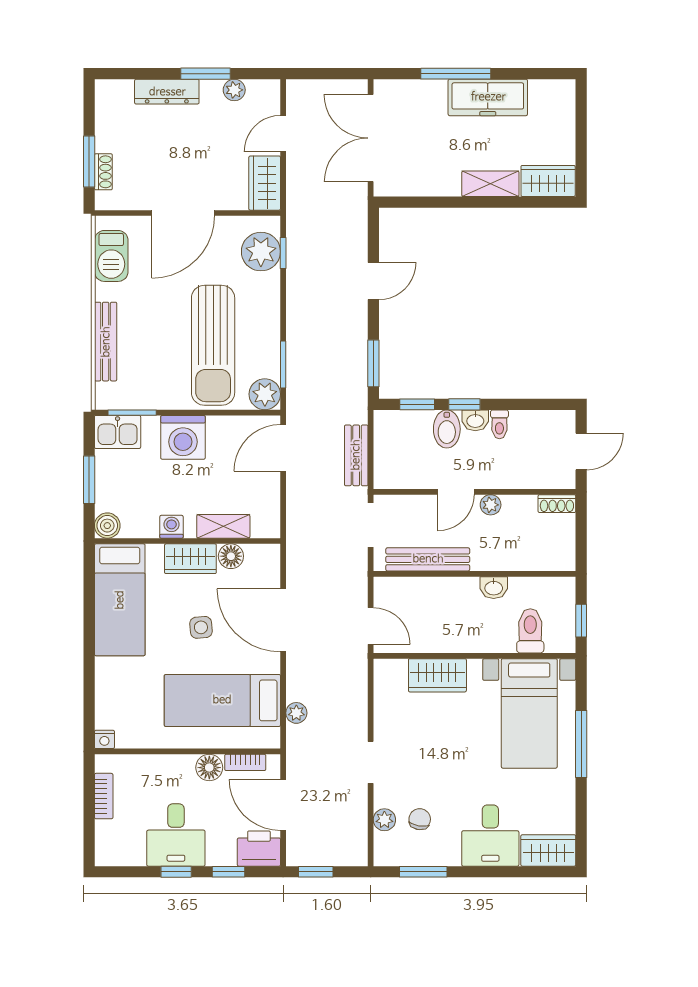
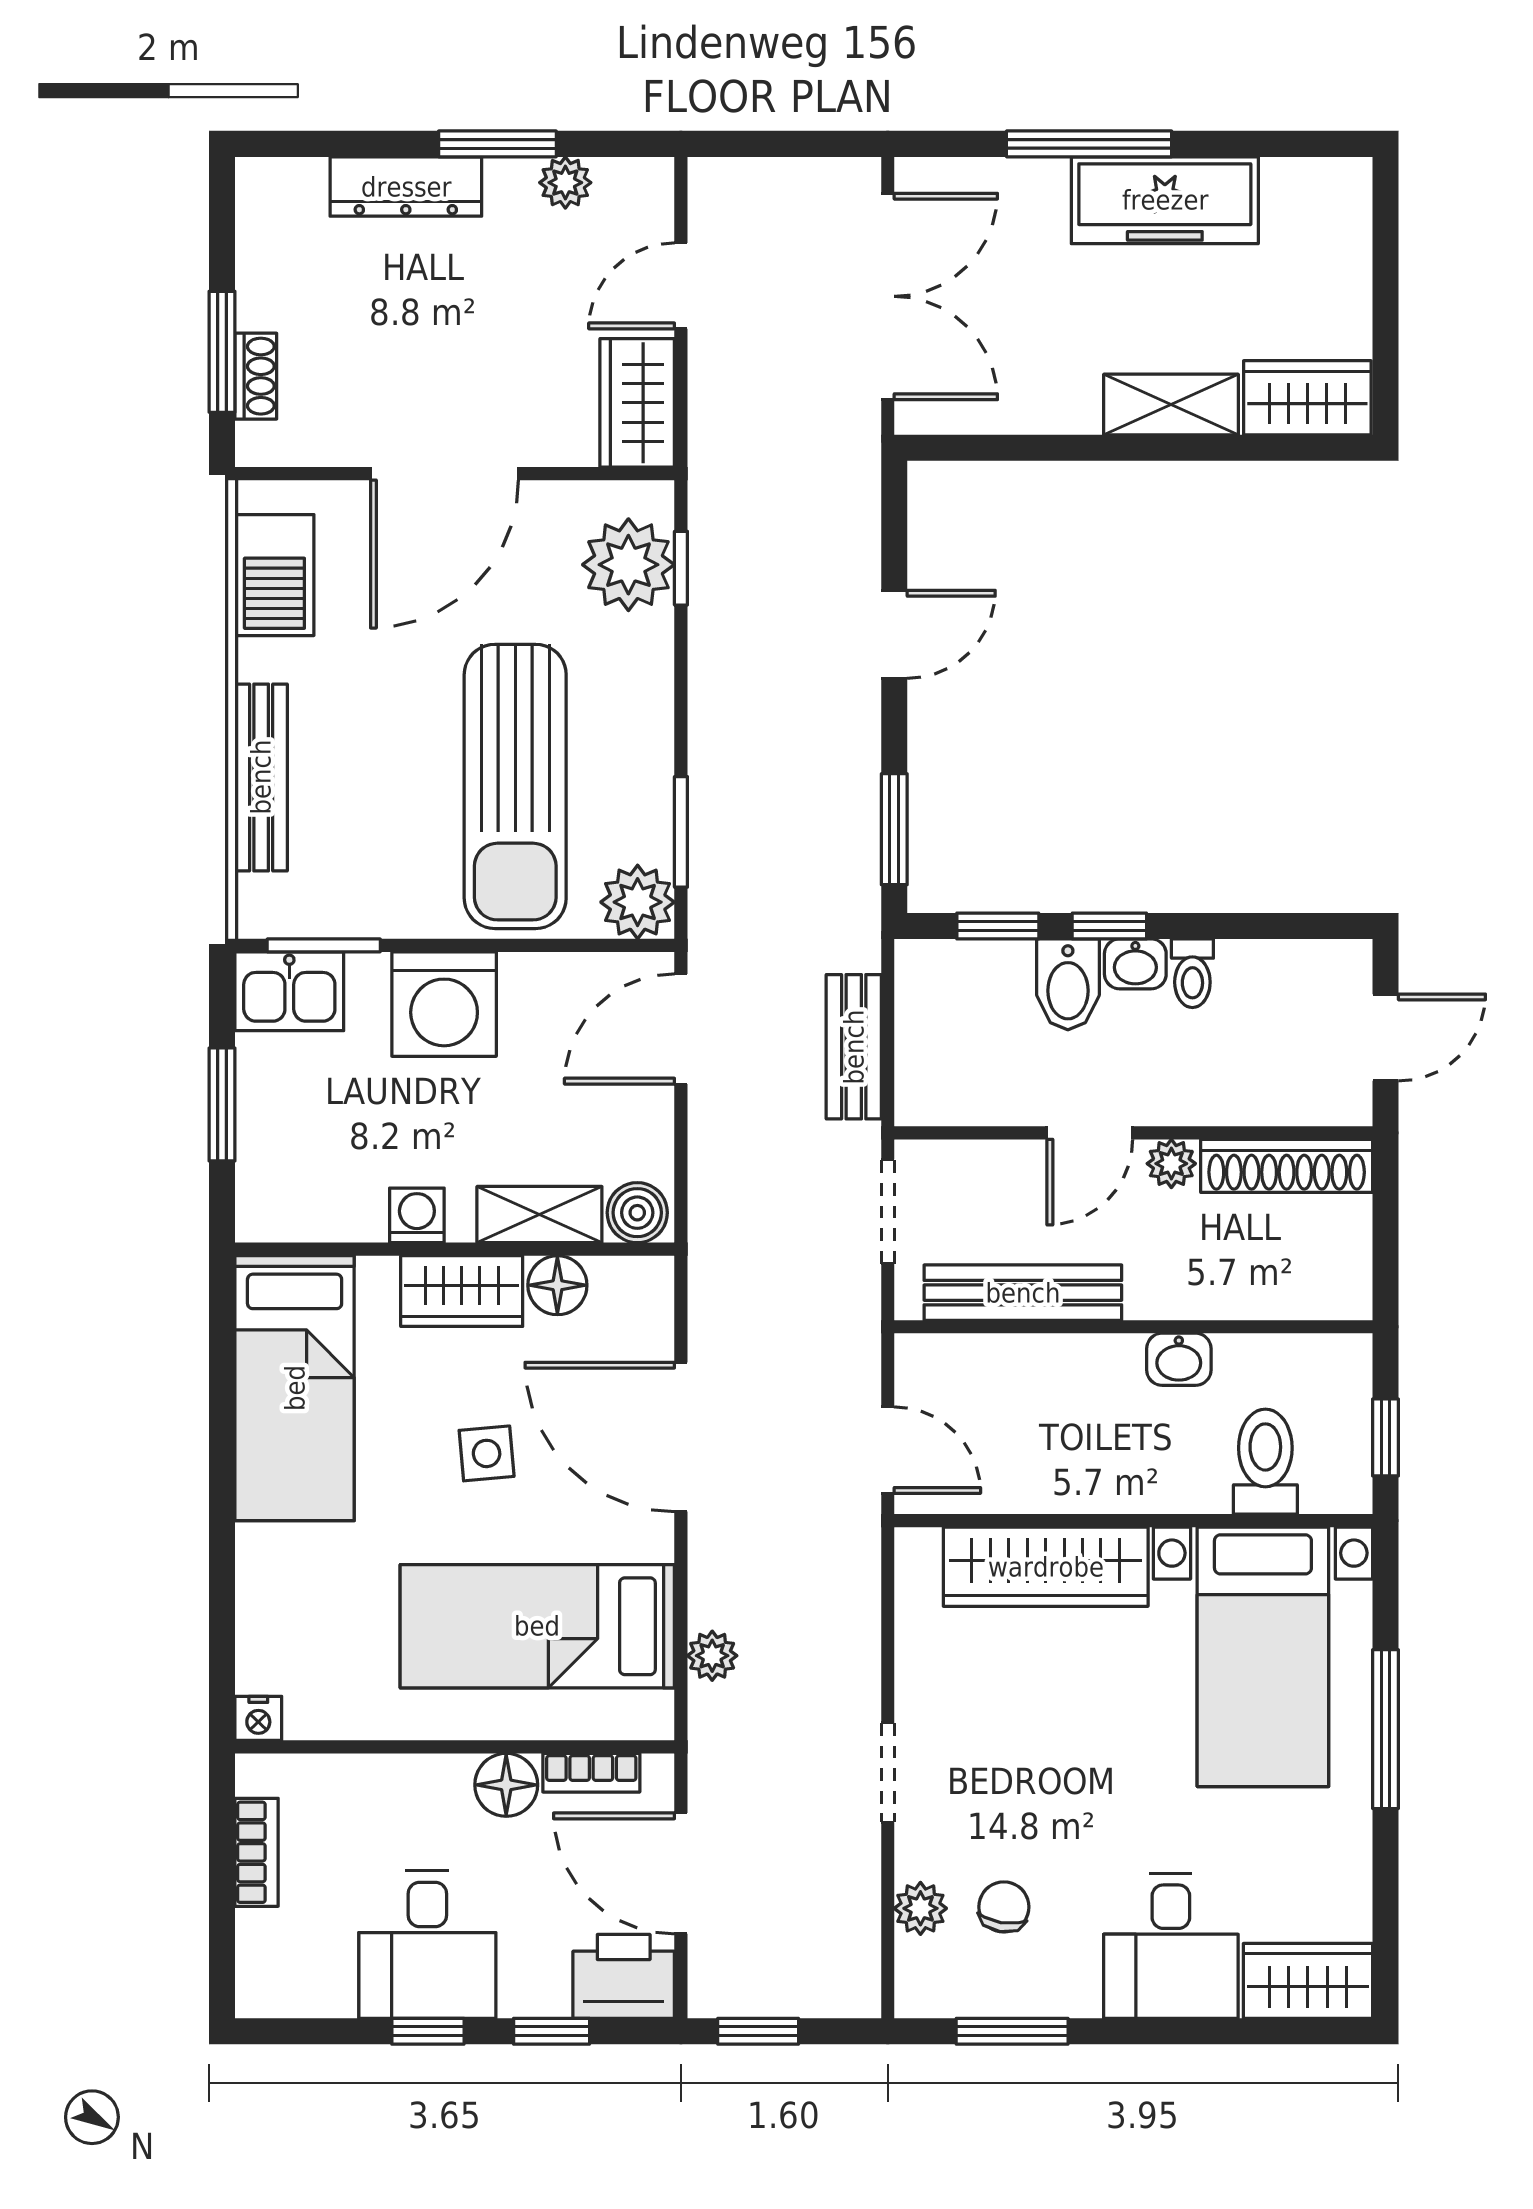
double door: (371, 138) -> (888, 296), swing flipped
shoe rack: (557, 504) -> (1287, 1166), width x1.94, depth x1.24
boiler: (107, 526) -> (637, 1213), moved
wardrobe: (437, 675) -> (1046, 1567), width x1.50

